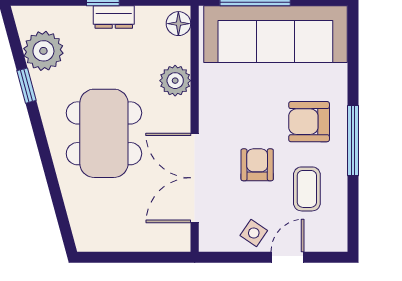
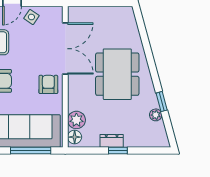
plant: (43, 51) -> (156, 115), width x0.53, depth x0.53
plant: (175, 81) -> (76, 120), moved
armchair: (257, 165) -> (48, 84), moved, turned 180

